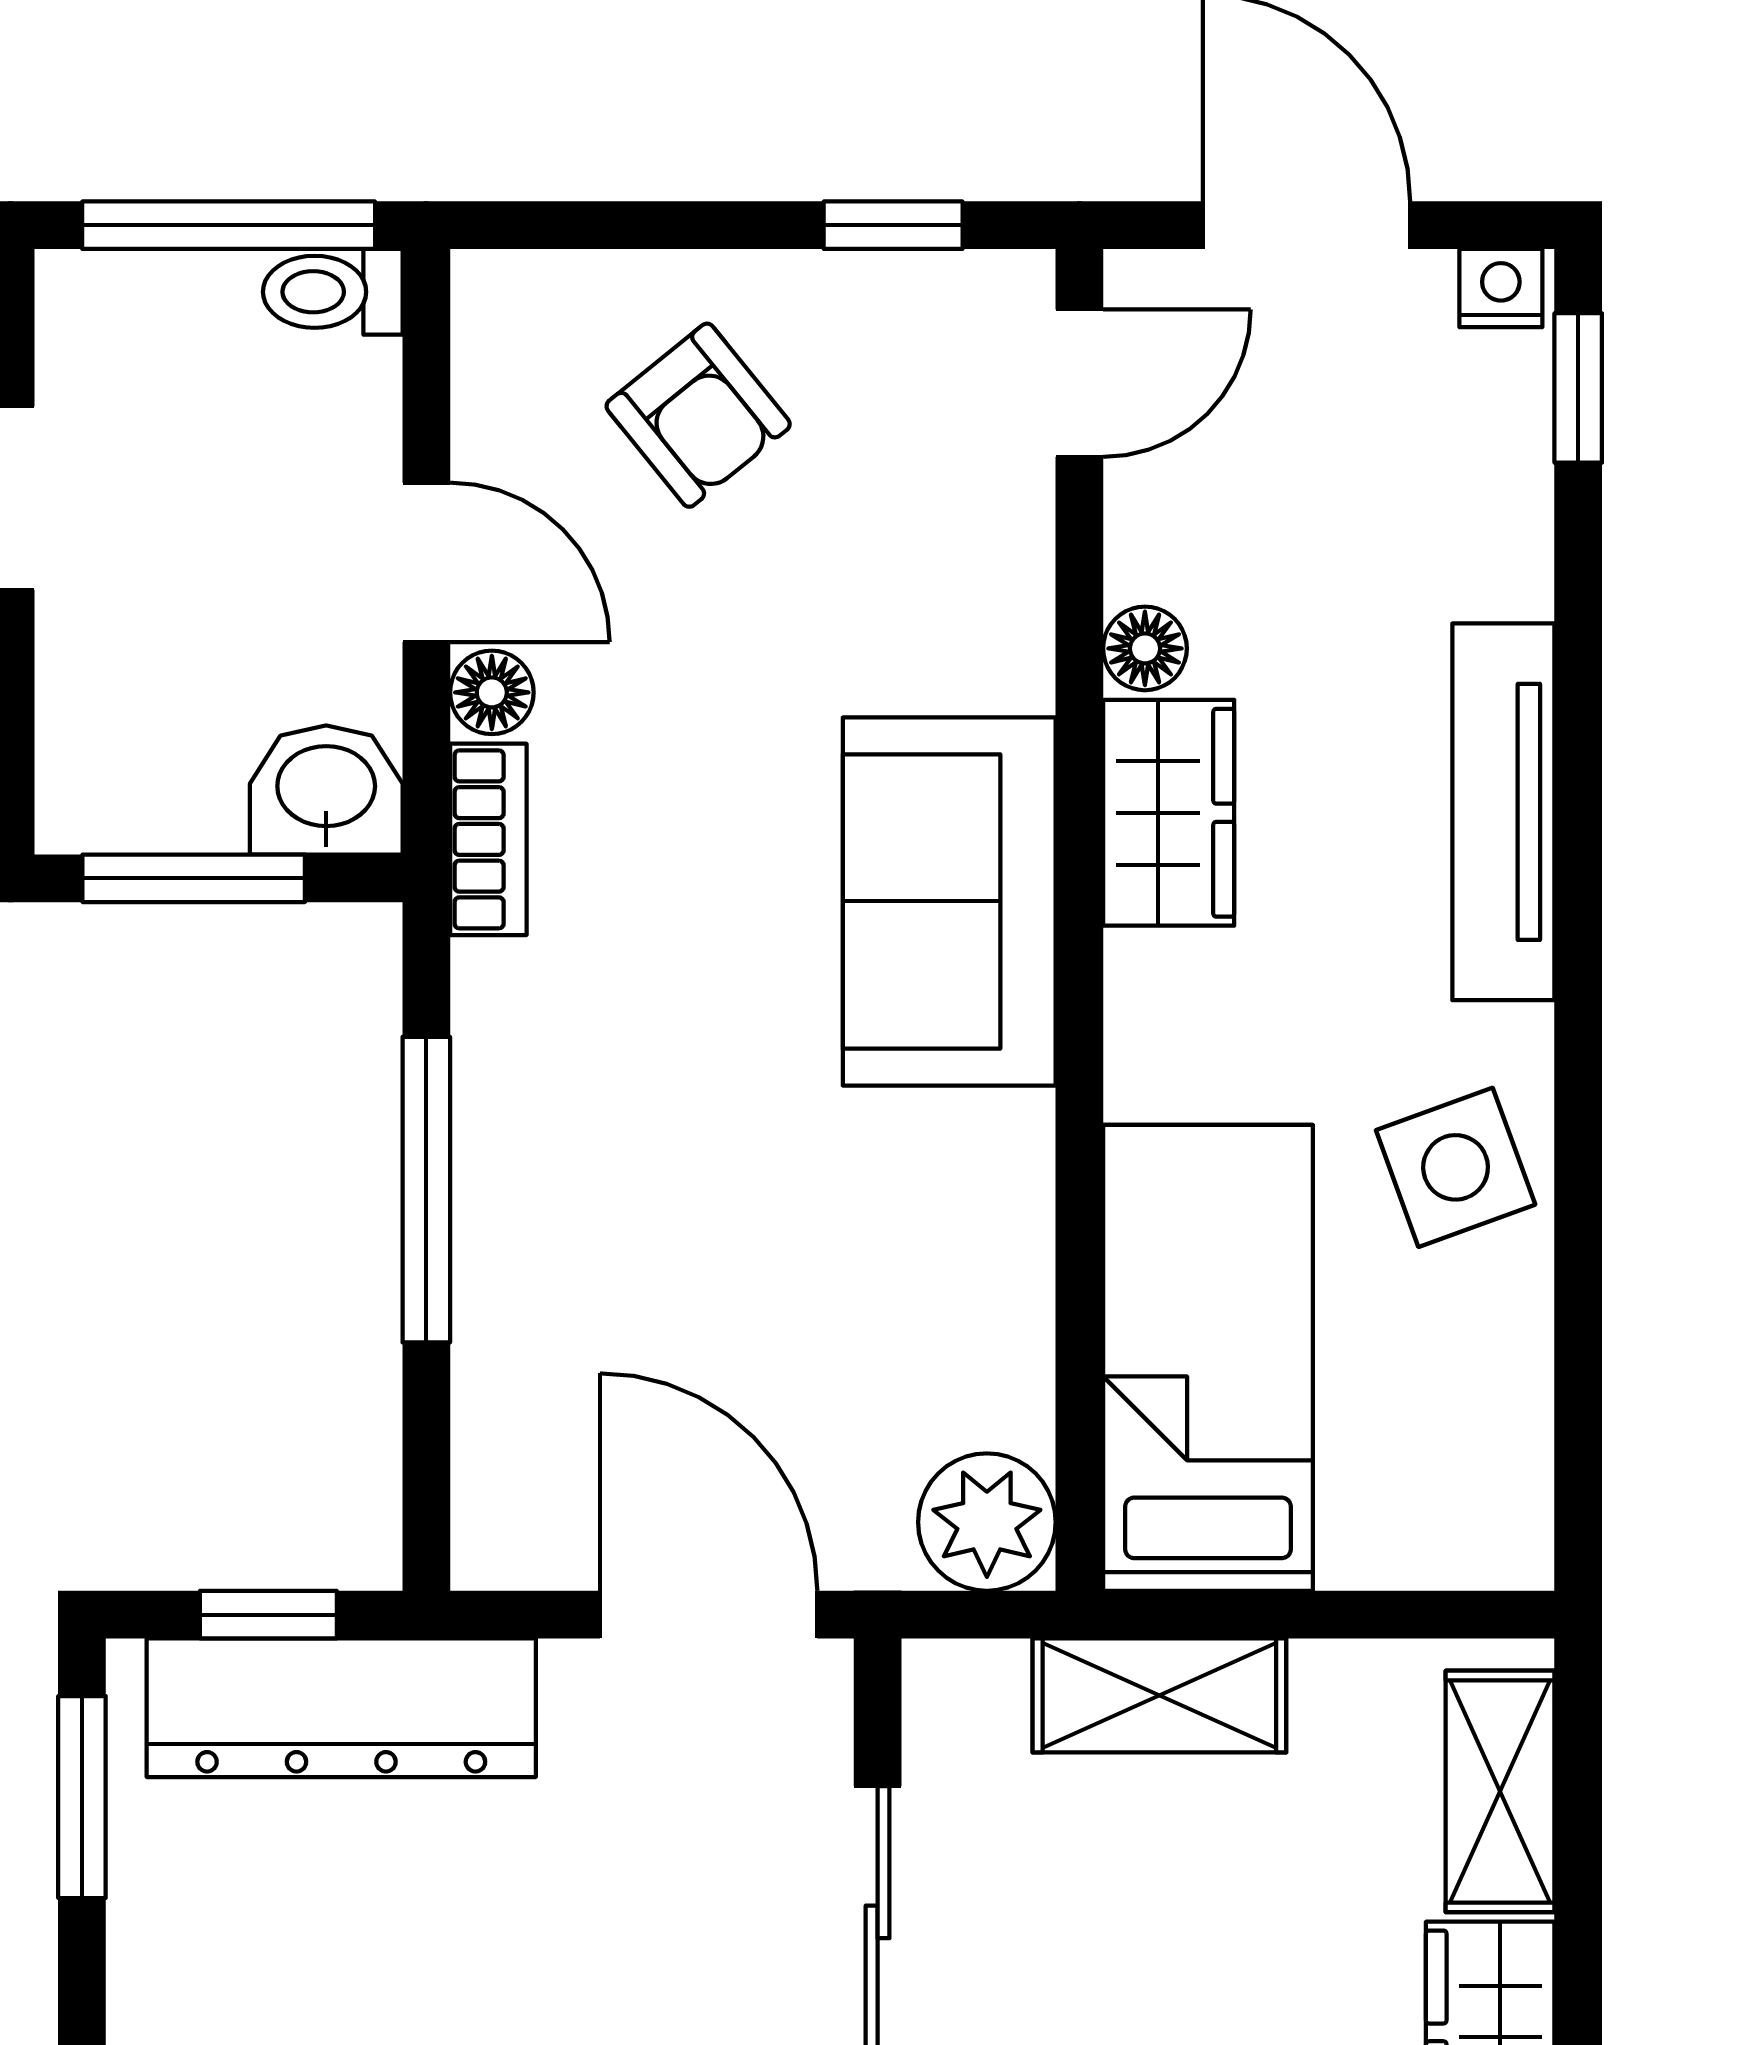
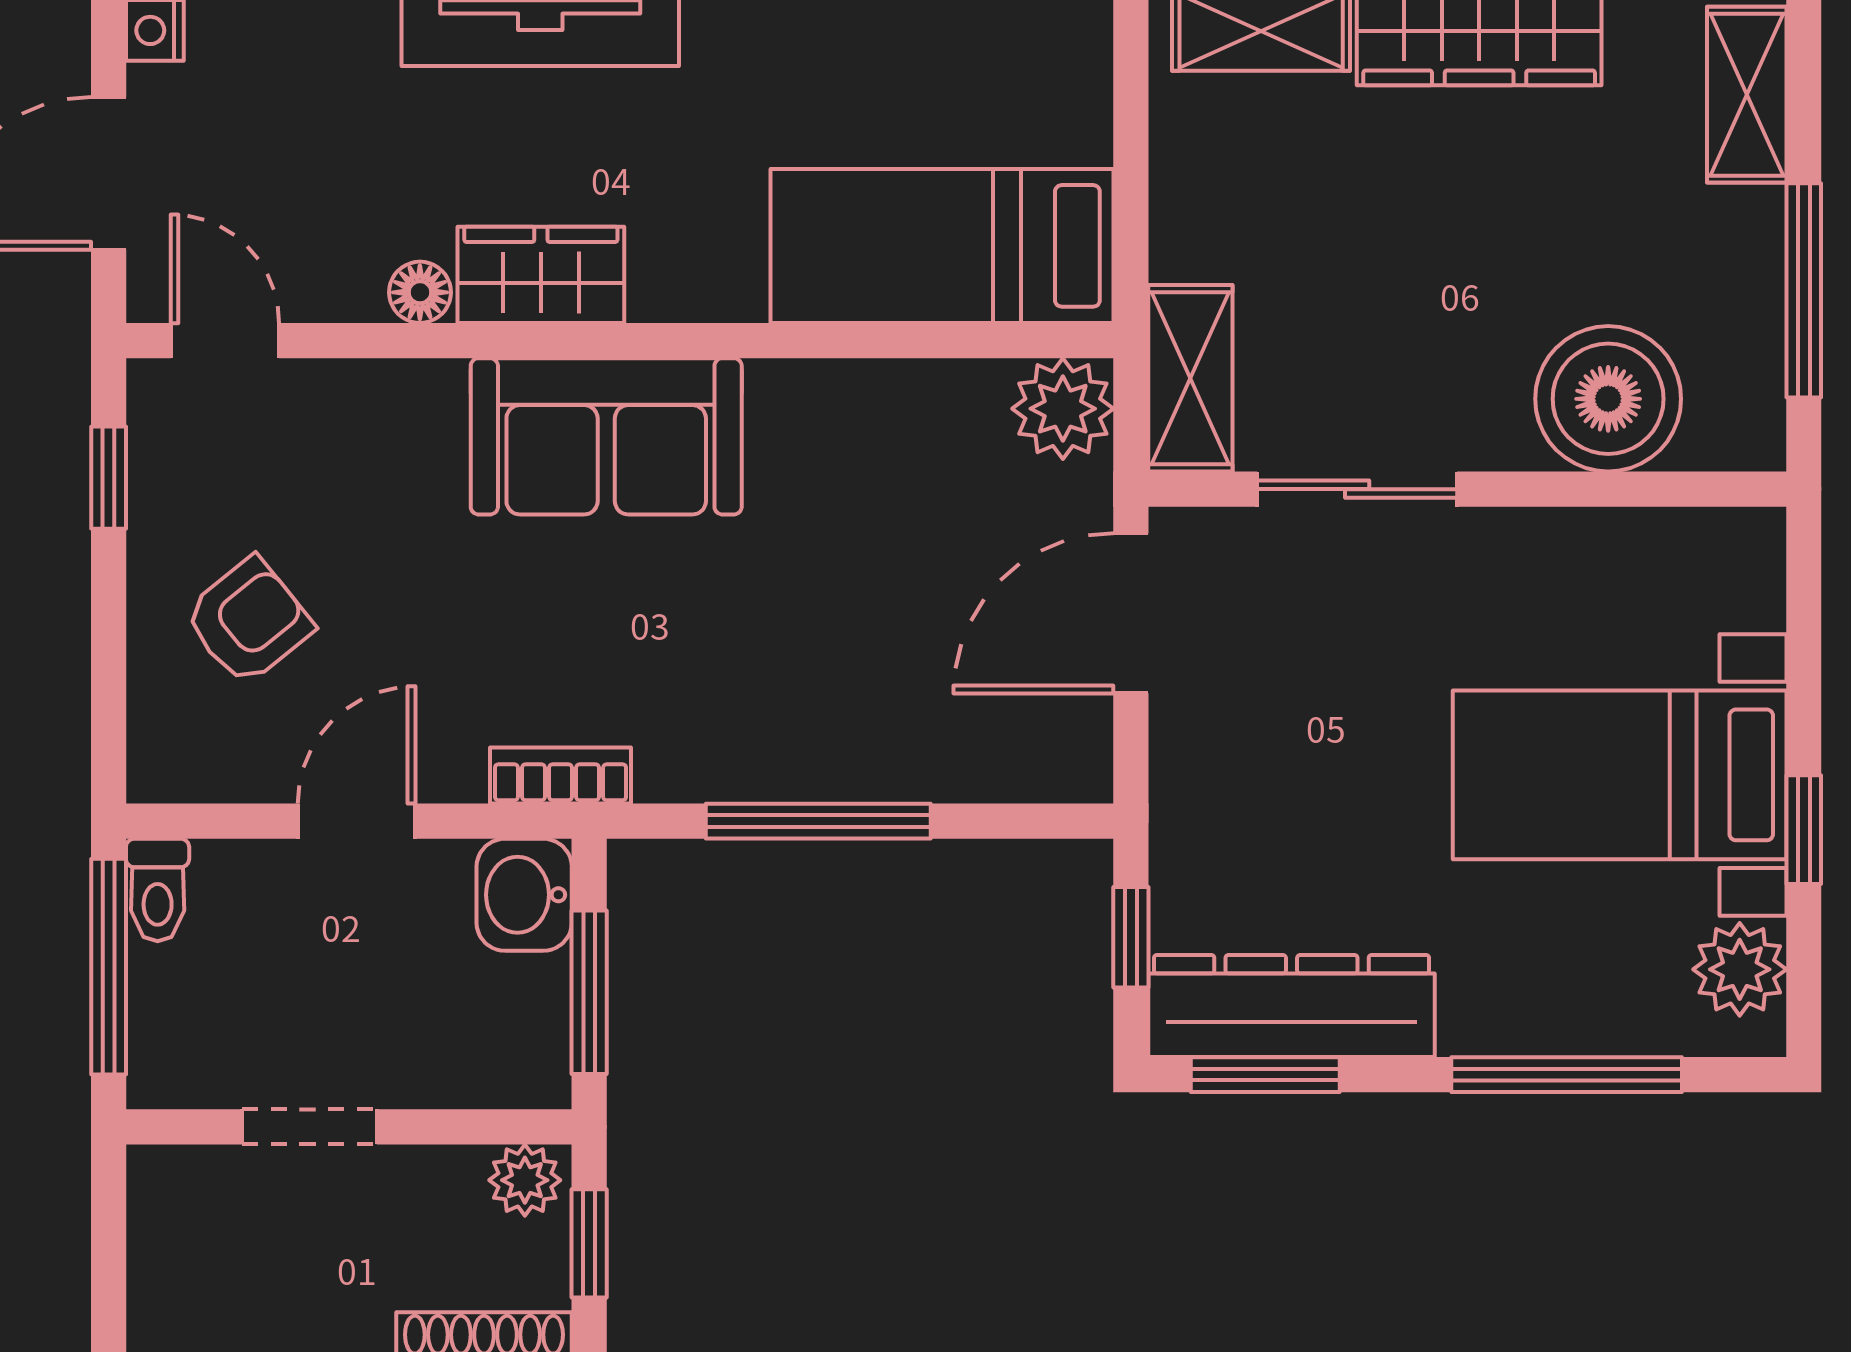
floor lamp: (492, 692) -> (452, 773), removed
side table: (1456, 1167) -> (802, 64), removed
shelving: (1159, 1695) -> (1190, 378), moved
dresser: (341, 1708) -> (1292, 1006), moved, turned -90

